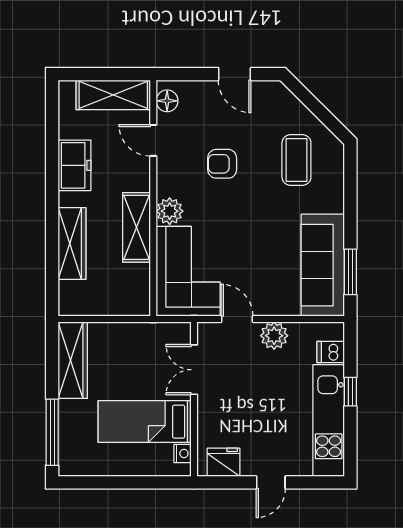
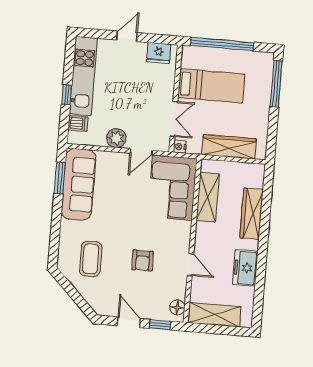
window: (190, 74) -> (160, 325), added
door: (153, 140) -> (190, 265), moved
armchair: (222, 164) -> (143, 260), turned 90
plant: (170, 211) -> (182, 231), removed
shelving: (137, 227) -> (208, 197), moved
door: (237, 319) -> (141, 152), hinge flipped
wardrobe: (73, 360) -> (229, 147), moved, turned 90
nightstand: (183, 453) -> (180, 147), moved
window: (134, 482) -> (222, 44), added

